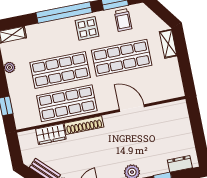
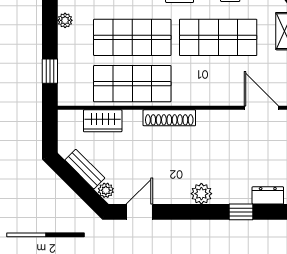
door: (132, 108) -> (261, 108), moved
shoe rack: (84, 125) -> (169, 118), moved

